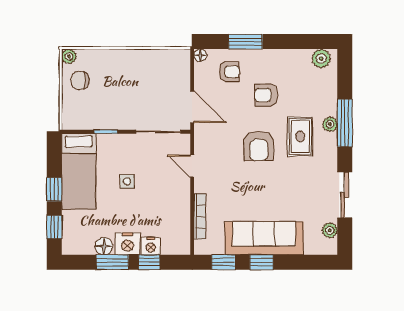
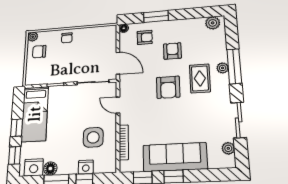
chair: (119, 63) -> (67, 38), added
armchair: (266, 95) -> (172, 51), turned 90
side table: (127, 181) -> (93, 137), moved, width x1.87, depth x1.87
nightstand: (127, 244) -> (34, 167), moved

